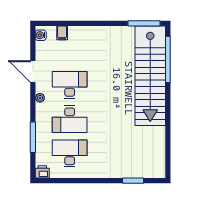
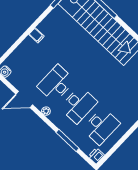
filing cabinet: (62, 33) -> (36, 35), moved
desk: (70, 153) -> (101, 126), turned 180

